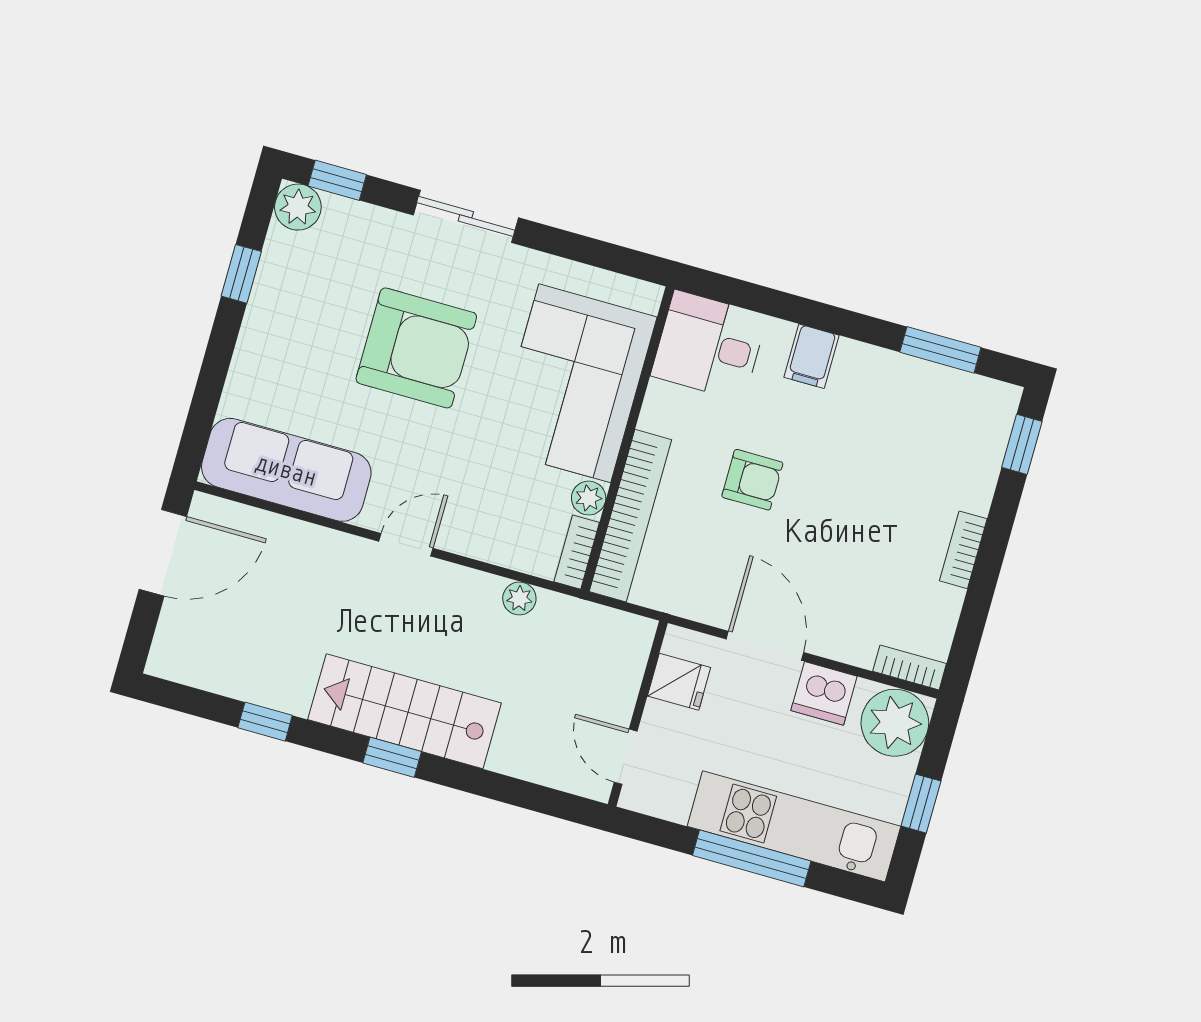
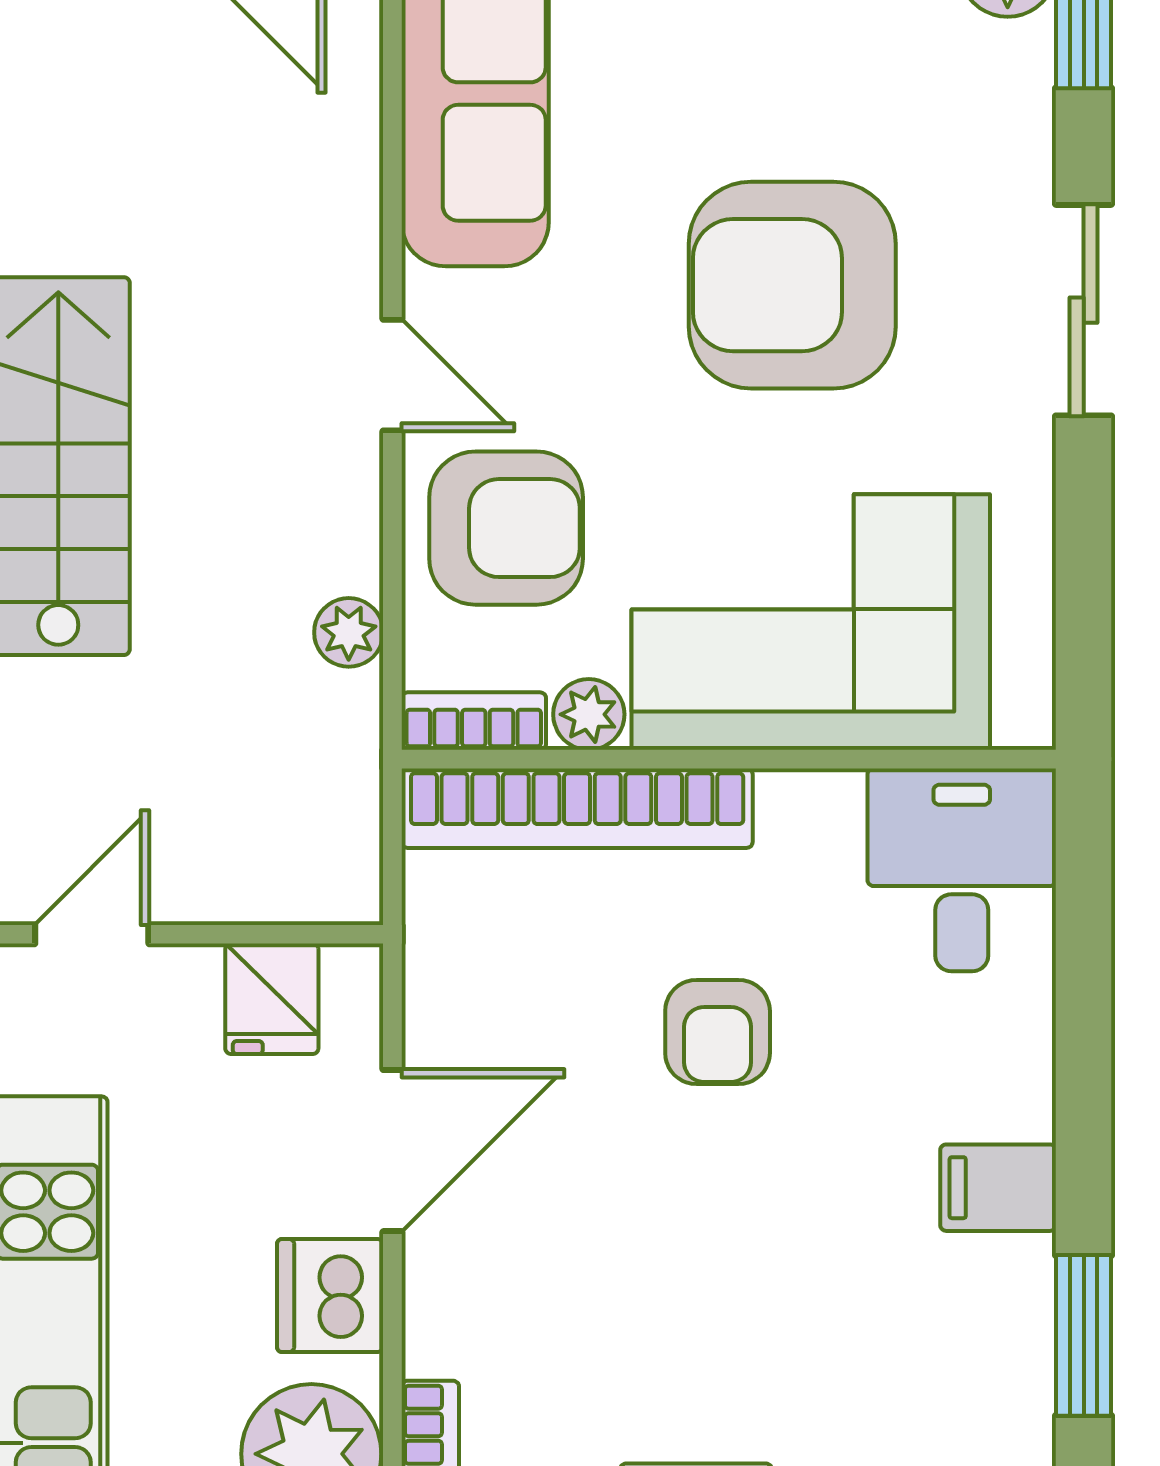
armchair: (416, 348) -> (792, 285), turned 90
filing cabinet: (811, 356) -> (998, 1188), moved
armchair: (492, 512) -> (506, 528), added

